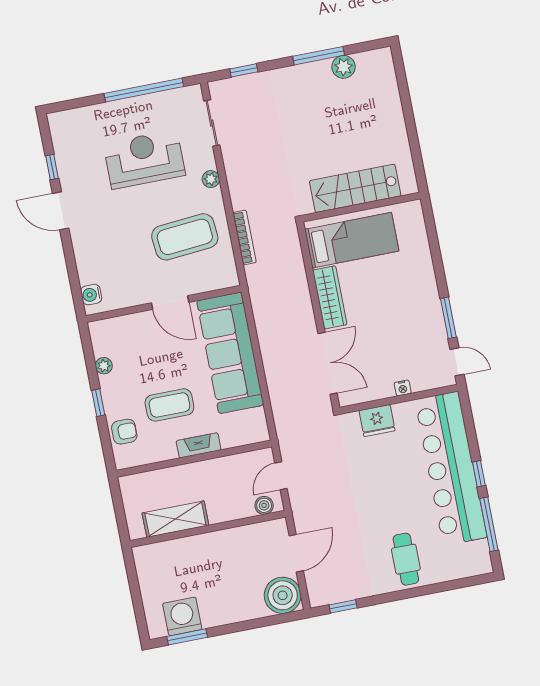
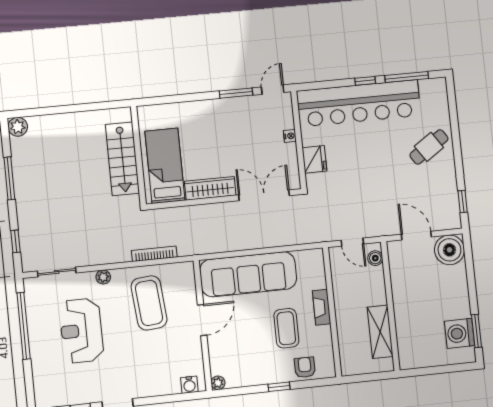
plant: (344, 67) -> (18, 127), moved
plant: (104, 366) -> (218, 383), moved
cafe table: (406, 559) -> (429, 147), turned -34

